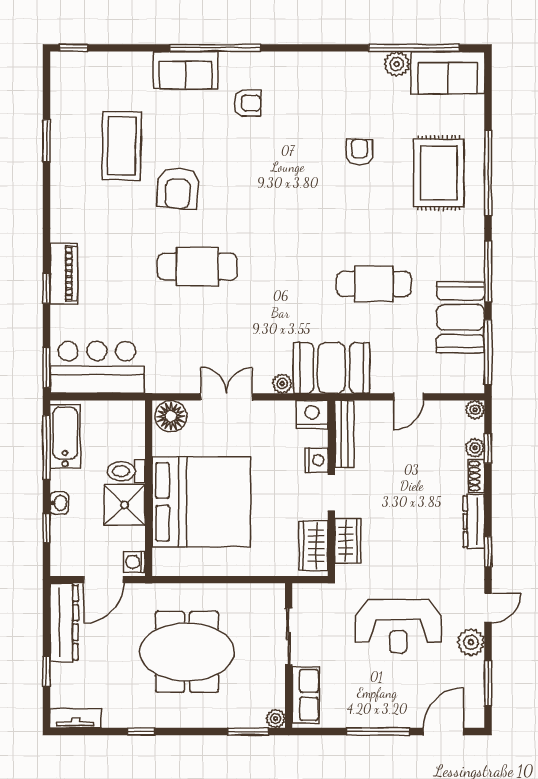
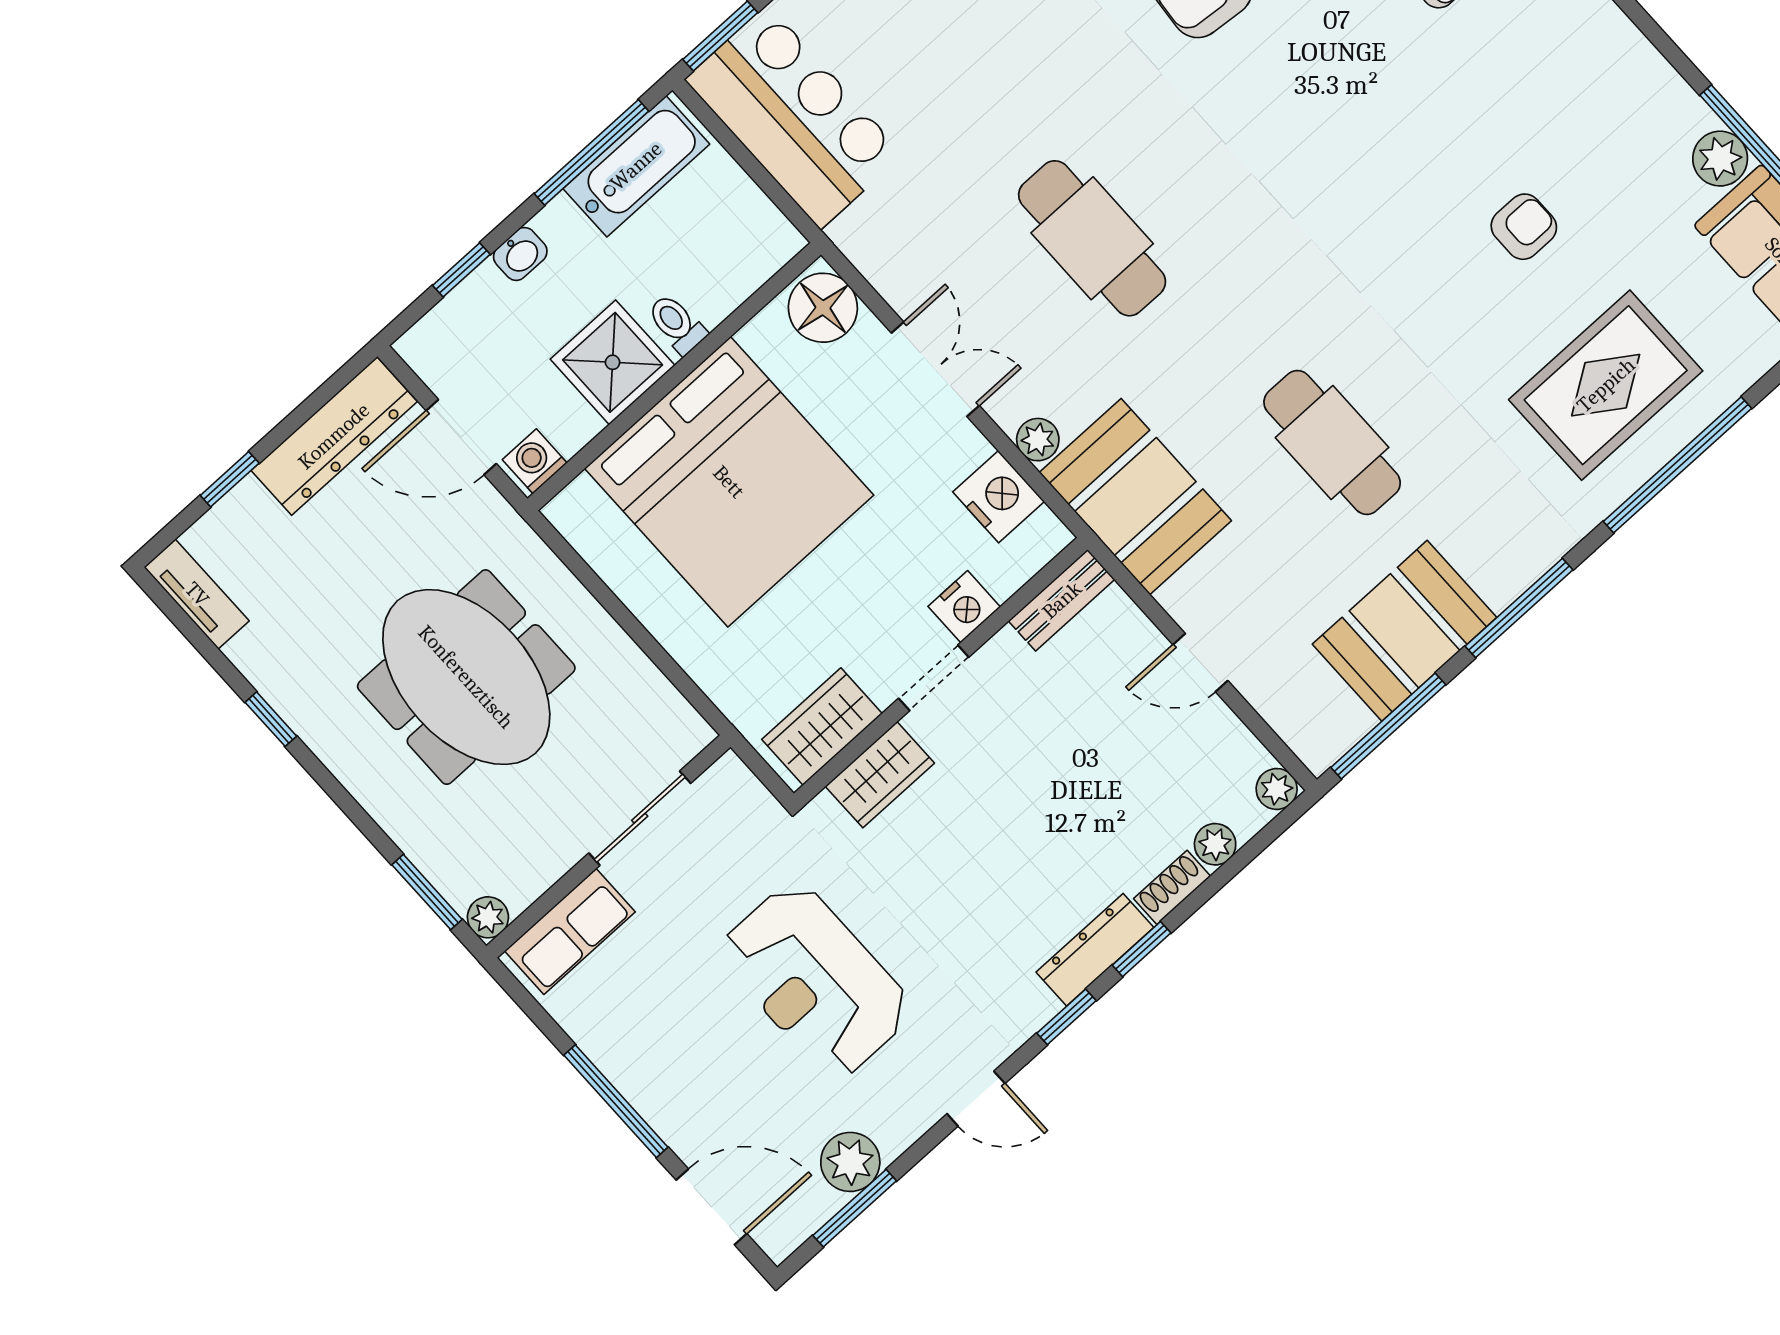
cafe table: (197, 267) -> (1092, 238), moved
nightstand: (312, 415) -> (999, 497), moved
bench: (344, 434) -> (1062, 600), width x0.73
window: (488, 448) -> (1142, 949), moved
toilet: (126, 471) -> (677, 324), width x0.73, depth x0.72
plant: (471, 642) -> (850, 1162), moved

